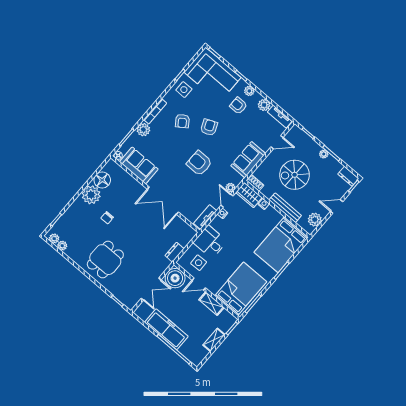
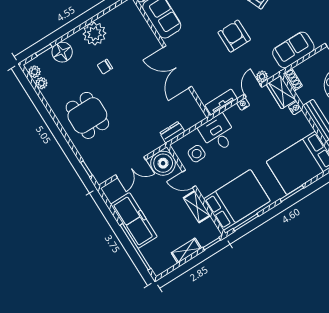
floor lamp: (102, 180) -> (62, 52), moved
dining table: (105, 260) -> (87, 115), turned 90

